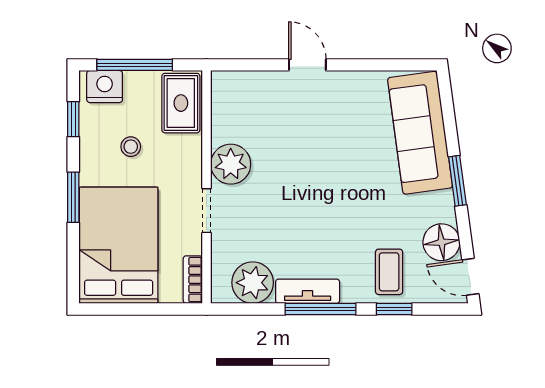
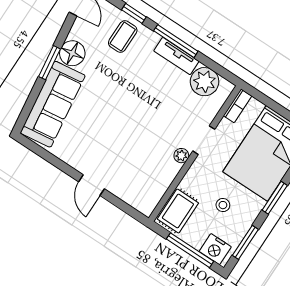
window: (73, 119) -> (245, 242), width x1.50
plant: (231, 164) -> (181, 156), width x0.53, depth x0.53
floor lamp: (441, 242) -> (72, 53), moved

